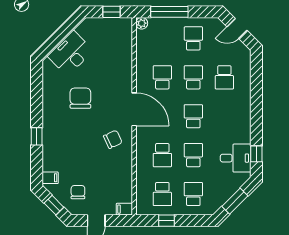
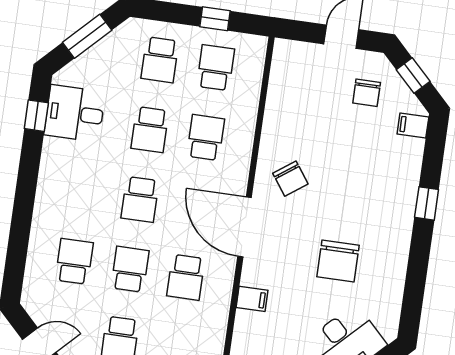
school desk: (193, 77) -> (130, 269), turned 180
chair: (113, 139) -> (290, 179), turned -101
filing cabinet: (124, 209) -> (252, 299), moved

